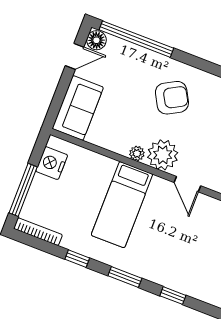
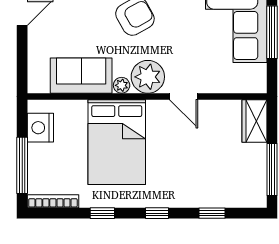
sofa: (78, 108) -> (81, 76), moved, turned -90
bed: (122, 205) -> (117, 142), width x1.50
window: (125, 277) -> (157, 213), width x0.67

